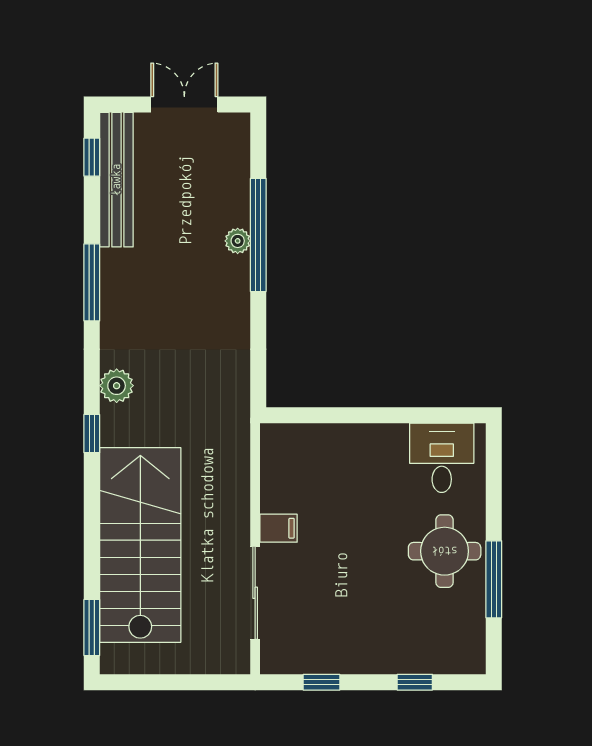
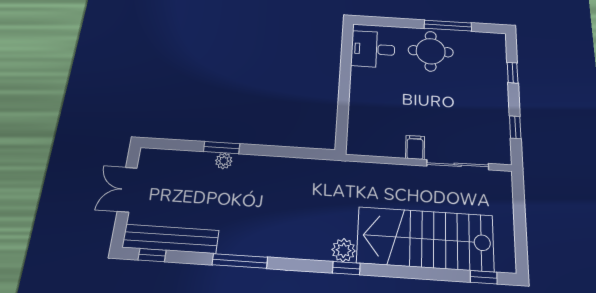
window: (258, 235) -> (222, 148), width x0.47
plant: (117, 386) -> (344, 250), moved
window: (92, 627) -> (484, 277), width x0.67

